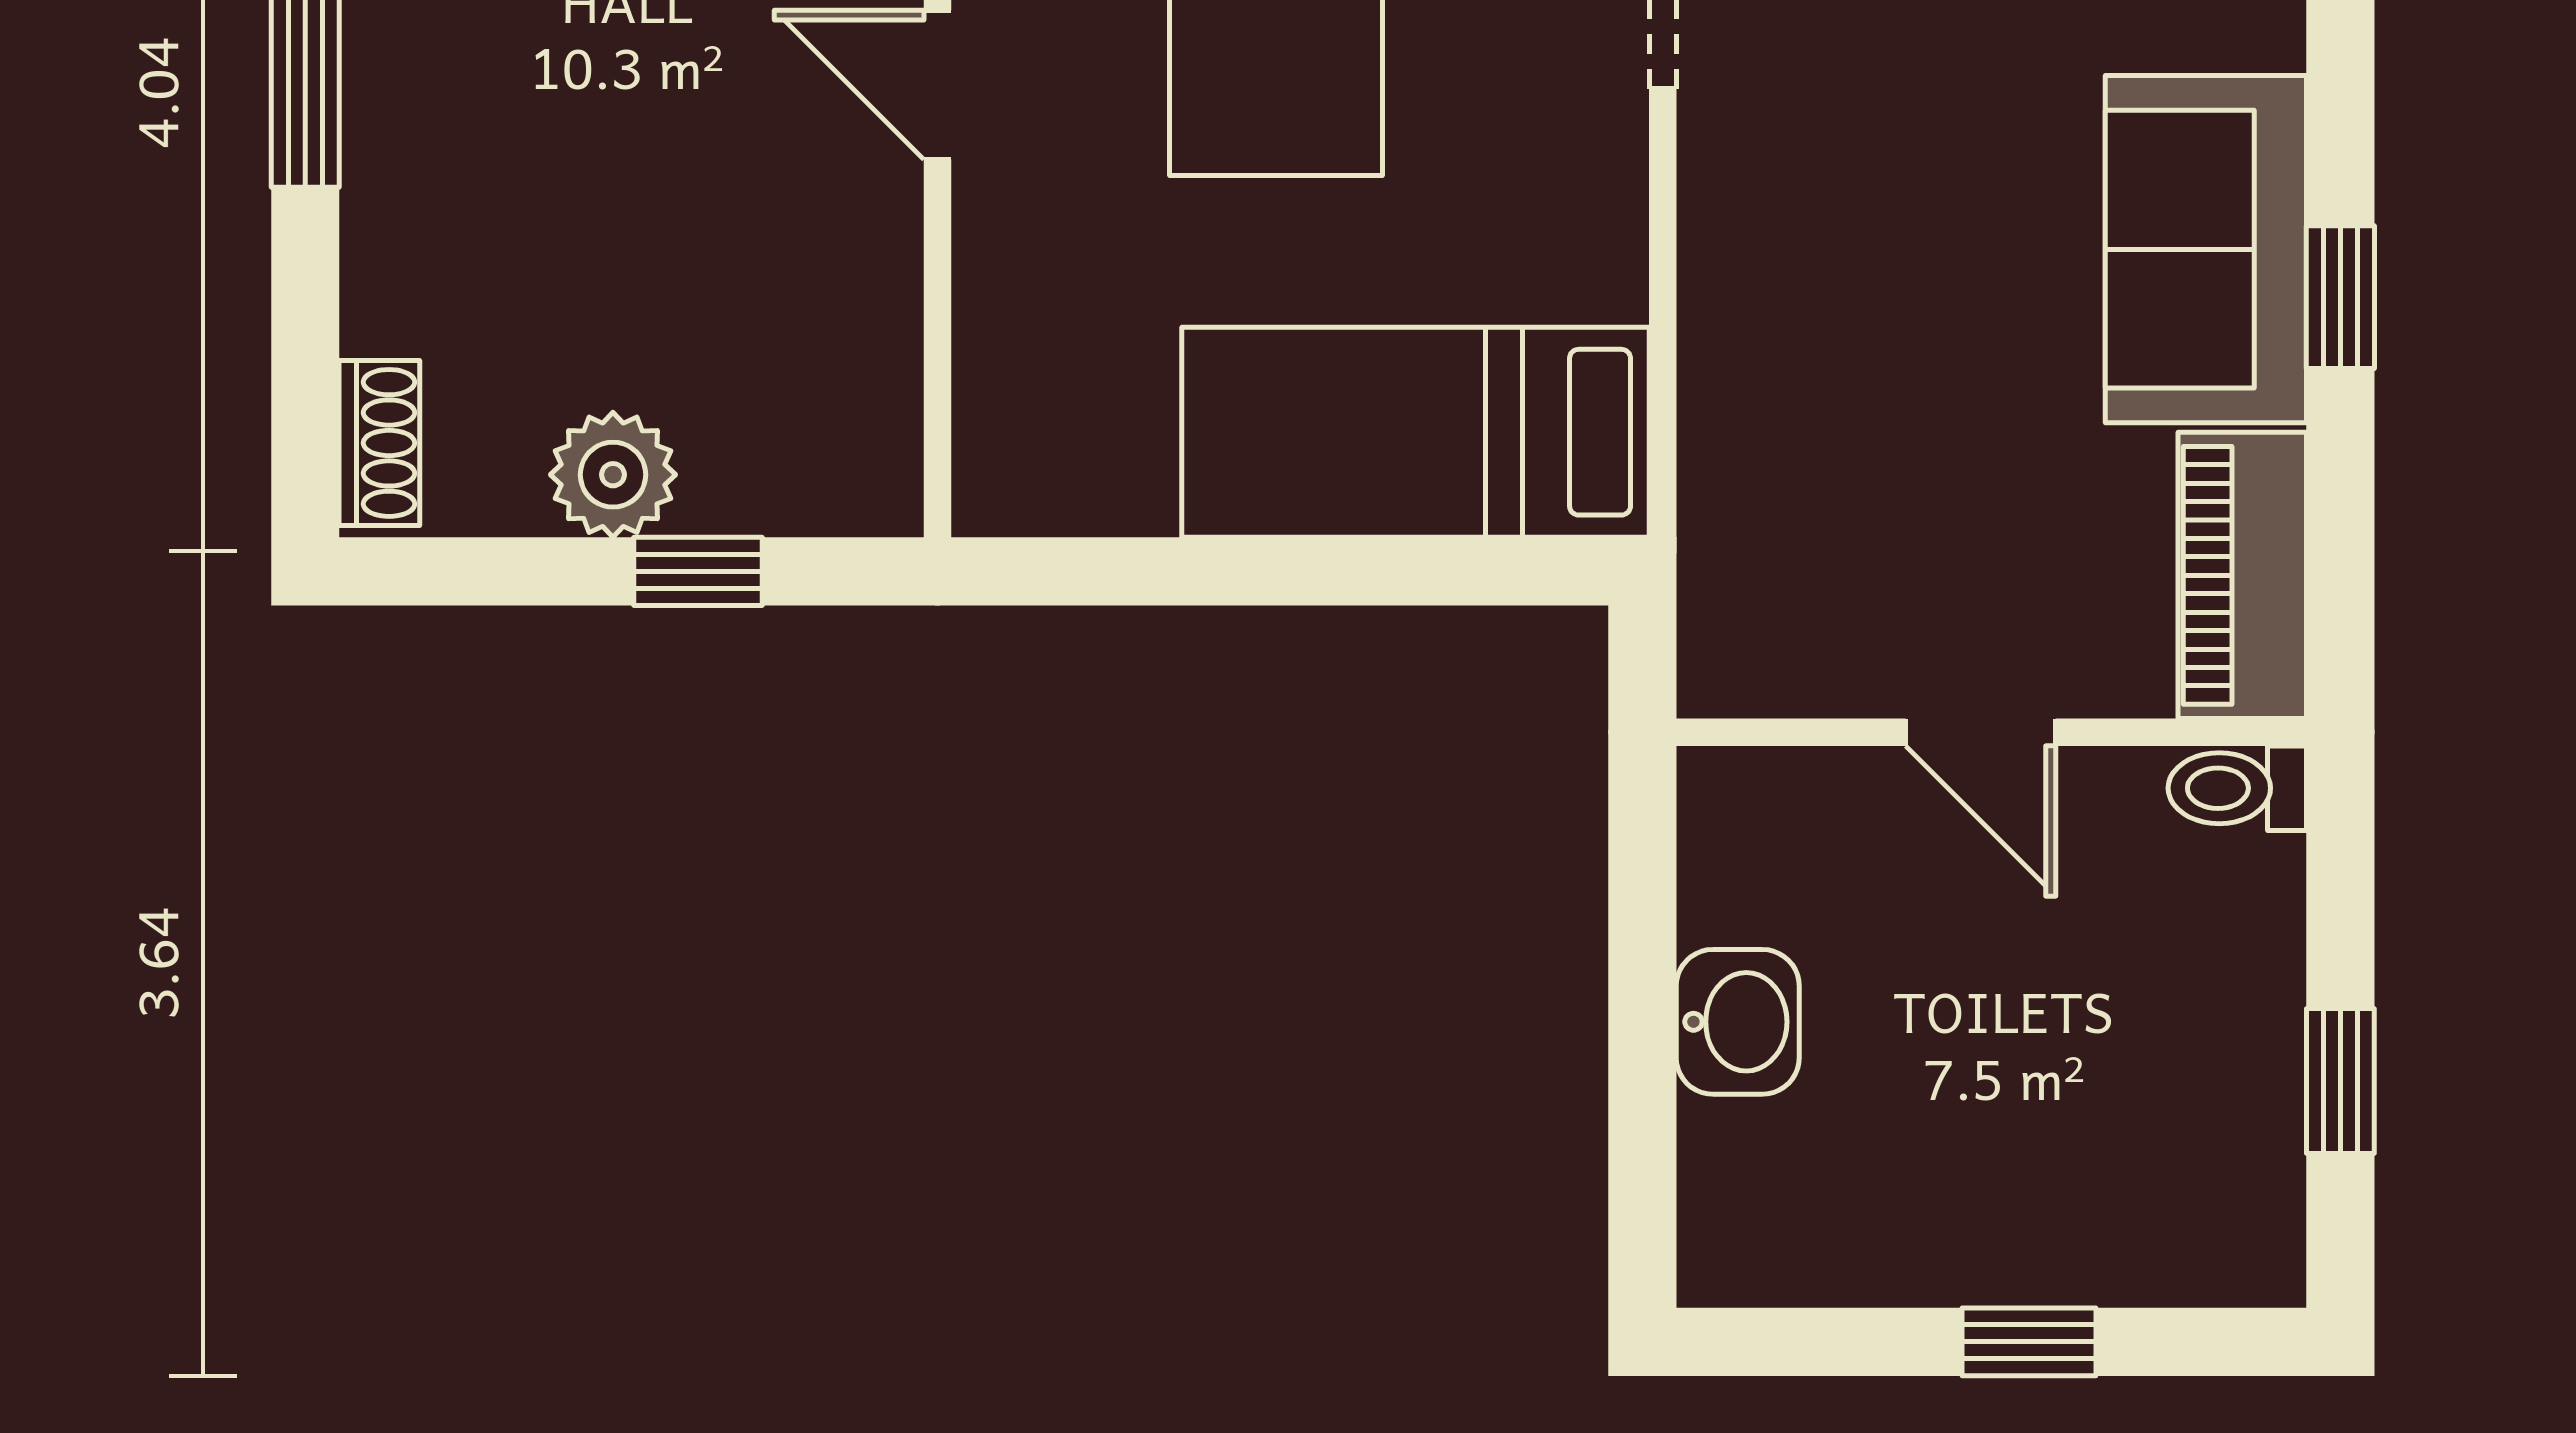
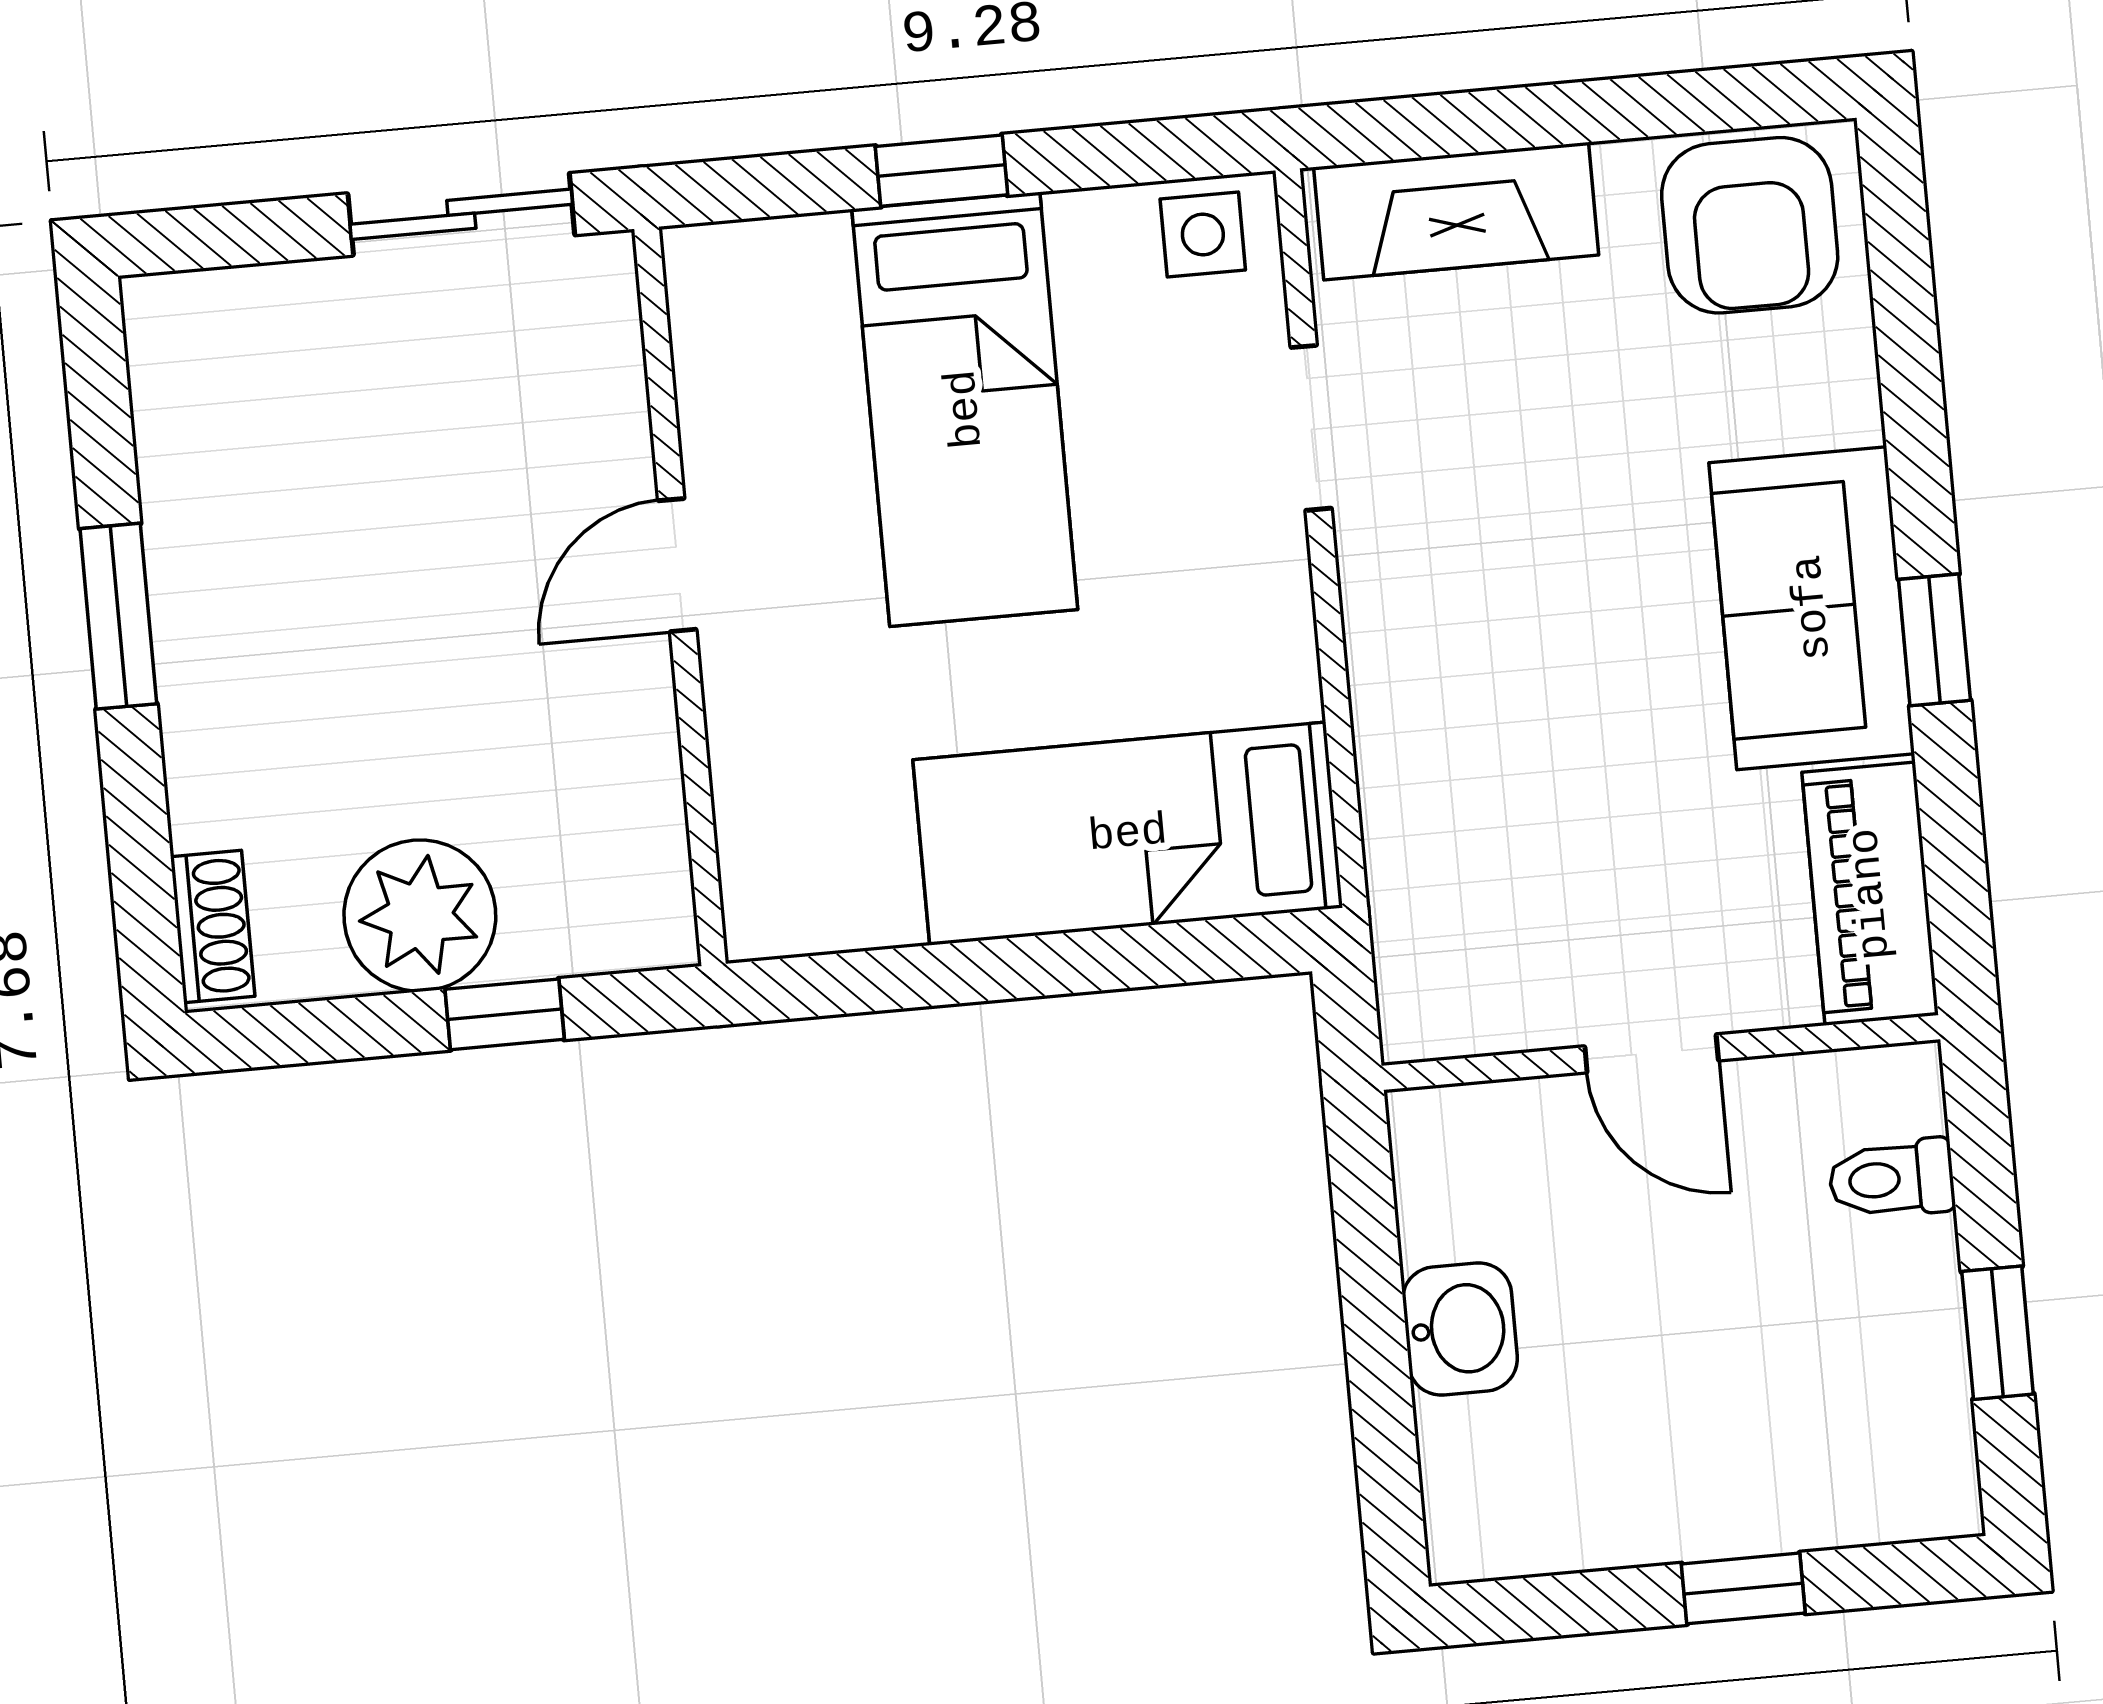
door: (938, 85) -> (677, 565), hinge flipped
plant: (613, 475) -> (420, 916), width x1.36, depth x1.36
toilet: (2237, 788) -> (1892, 1179), moved

